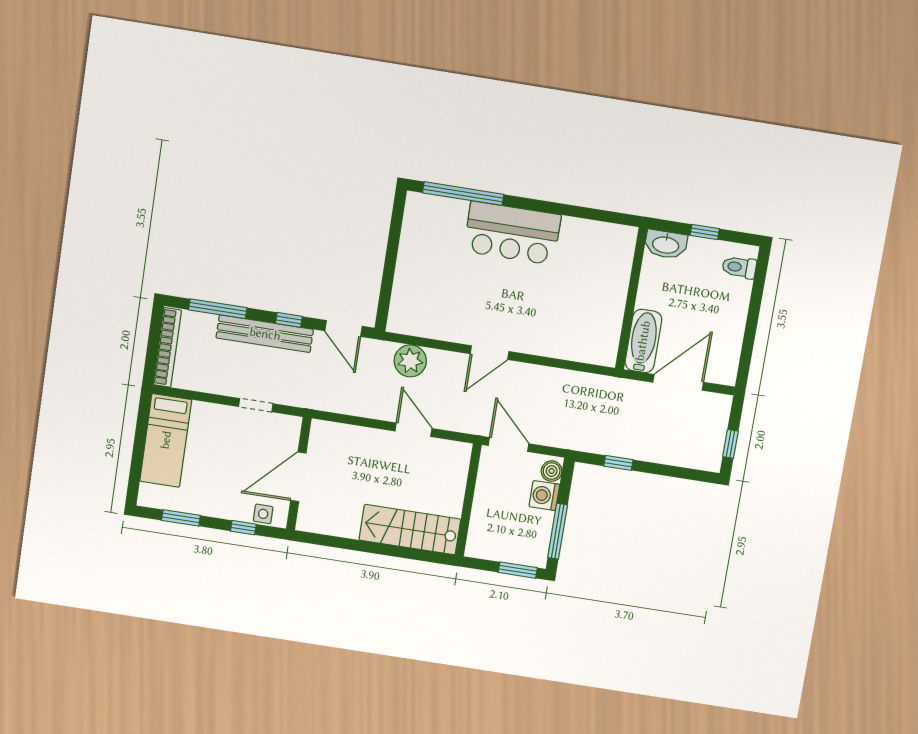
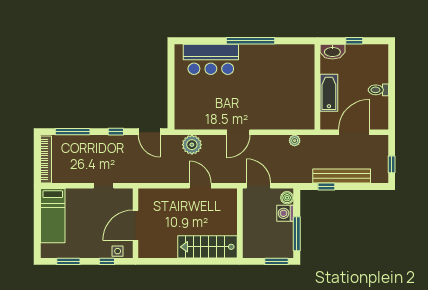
window: (463, 194) -> (250, 41), moved
bar counter: (512, 233) -> (211, 59), moved
toilet: (739, 267) -> (378, 90), moved
bench: (265, 334) -> (342, 176), moved
bathtub: (643, 341) -> (329, 93), moved
plant: (579, 380) -> (295, 141), added

